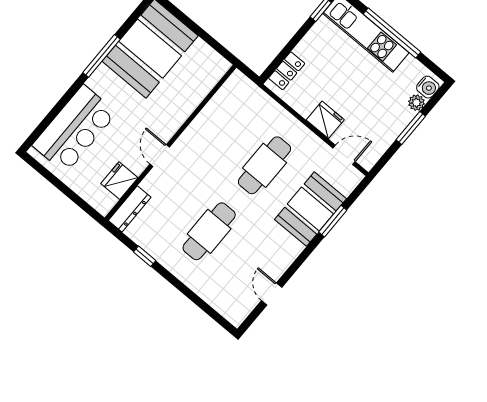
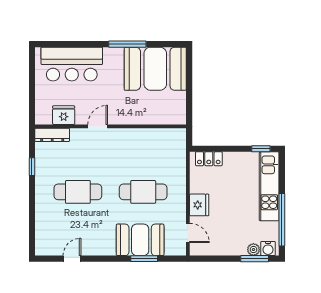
window: (392, 33) -> (282, 220), moved
window: (411, 128) -> (255, 259), moved

